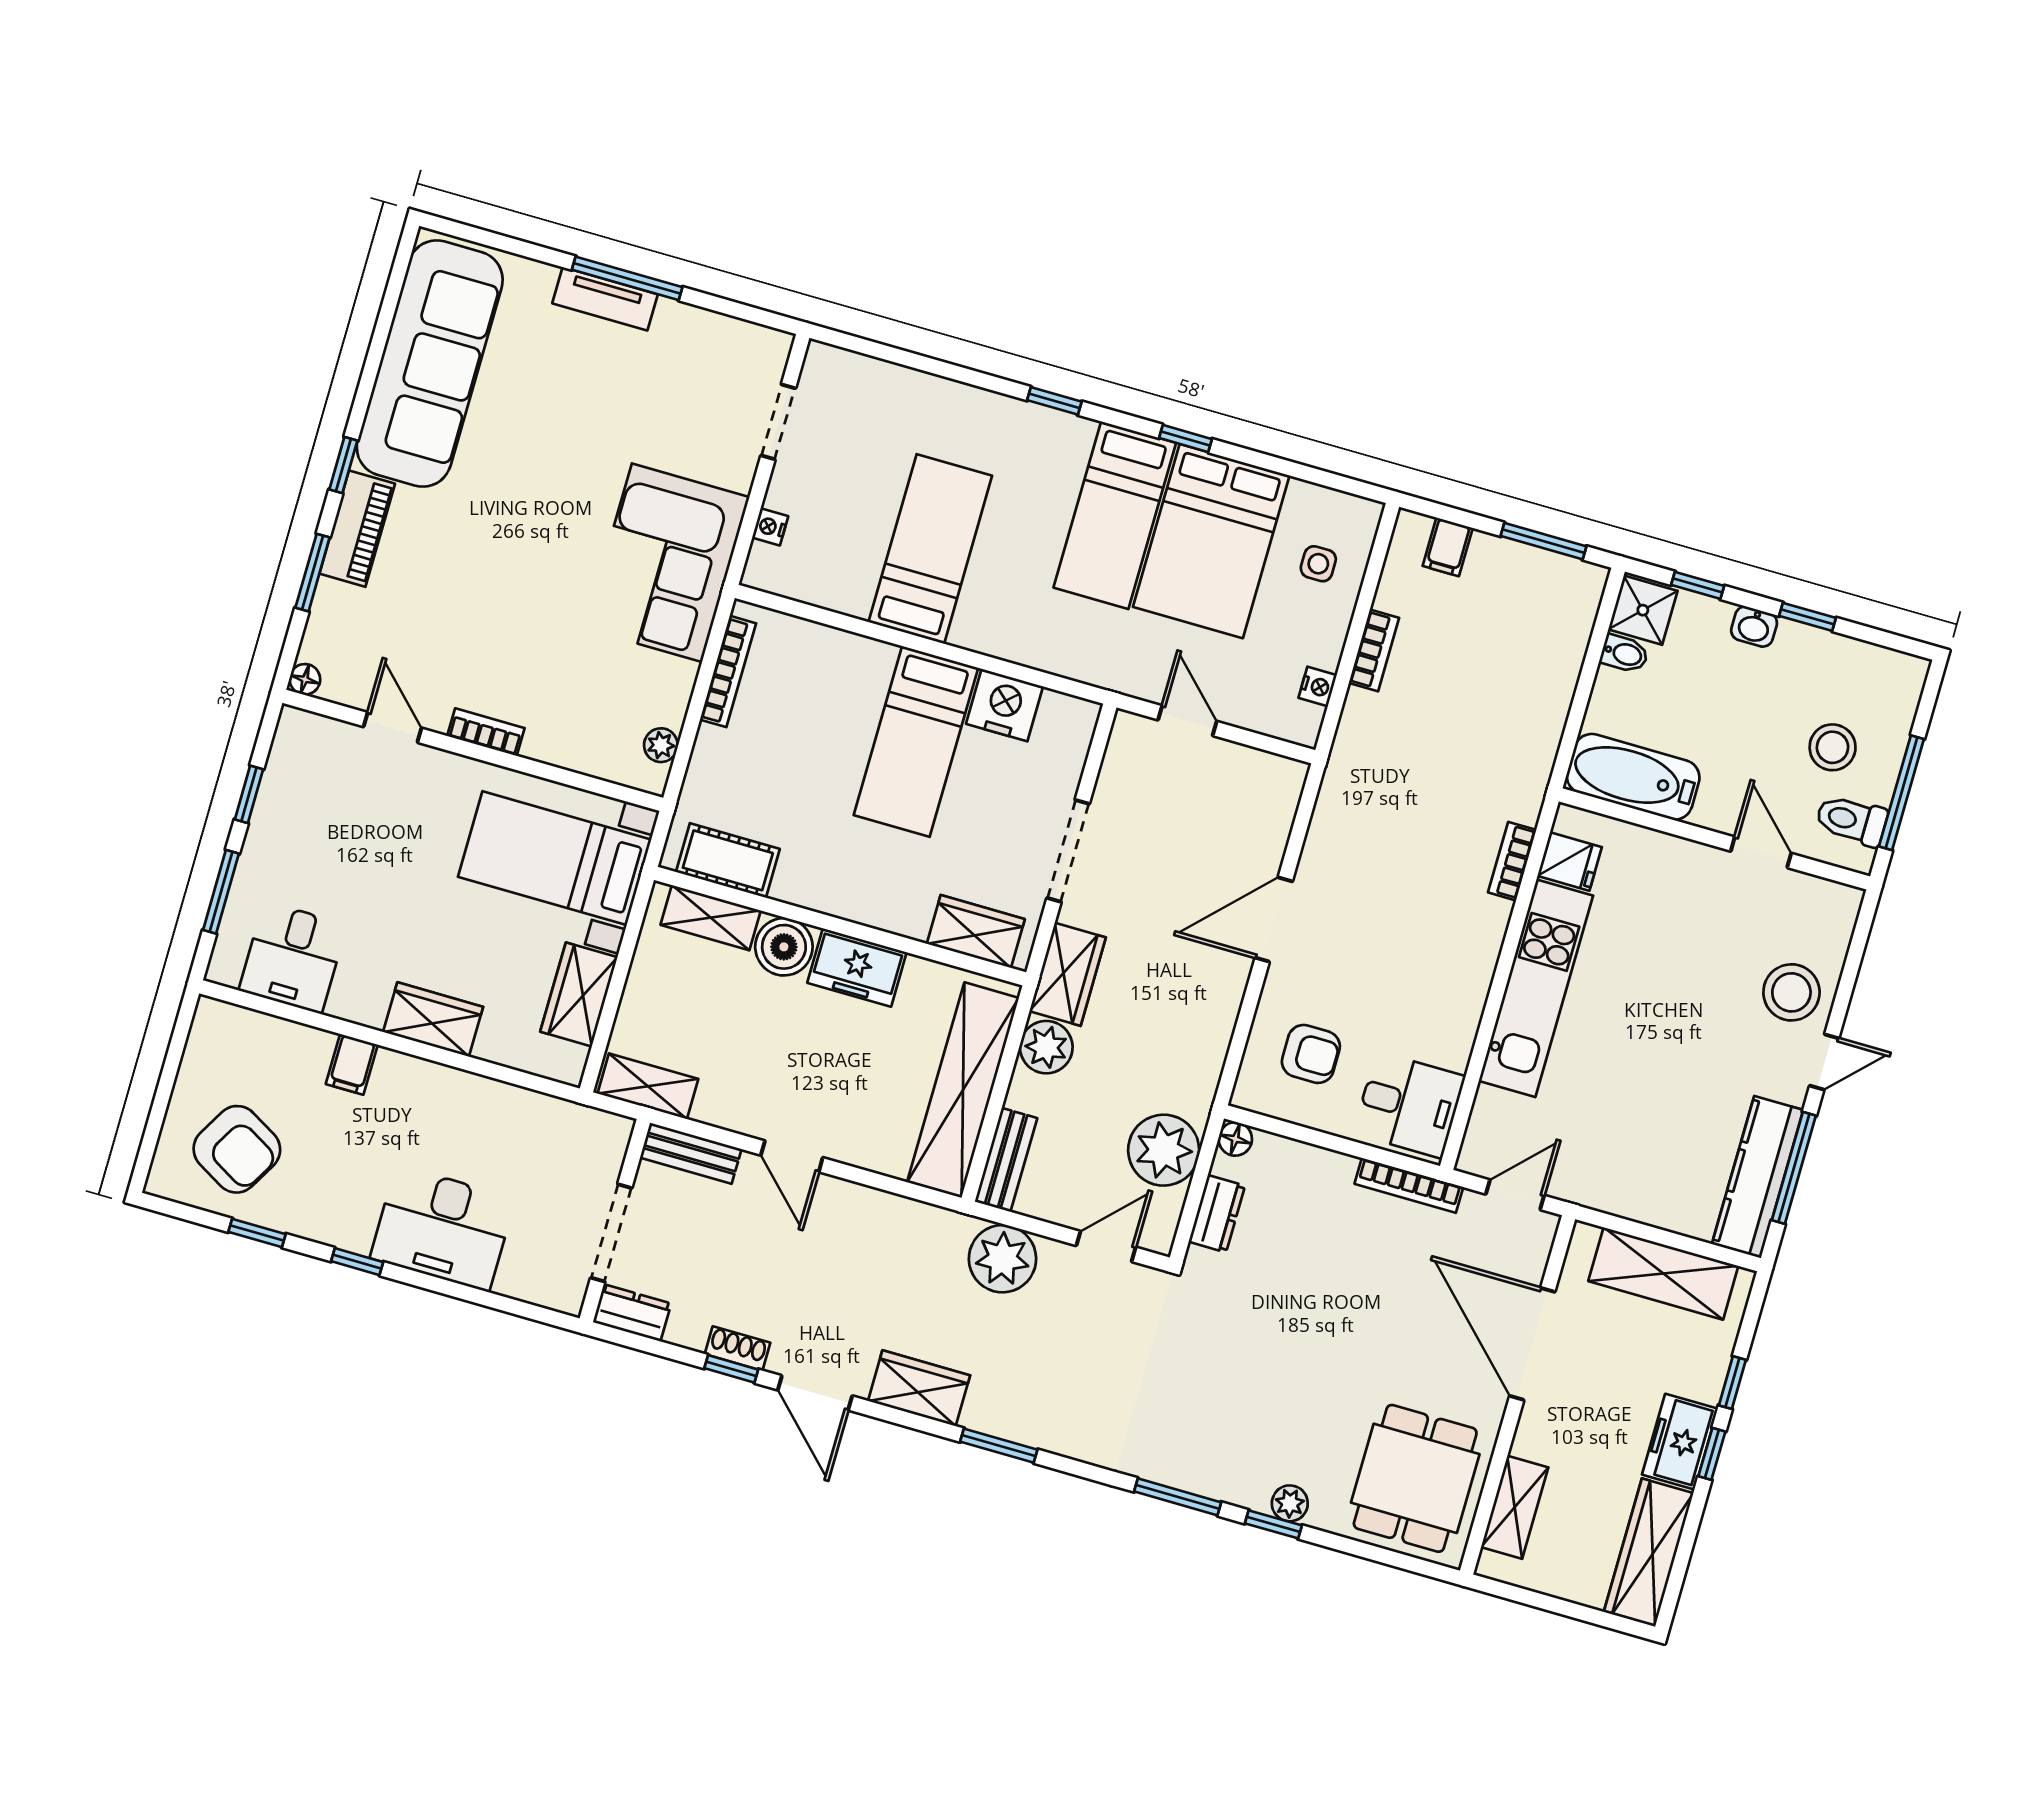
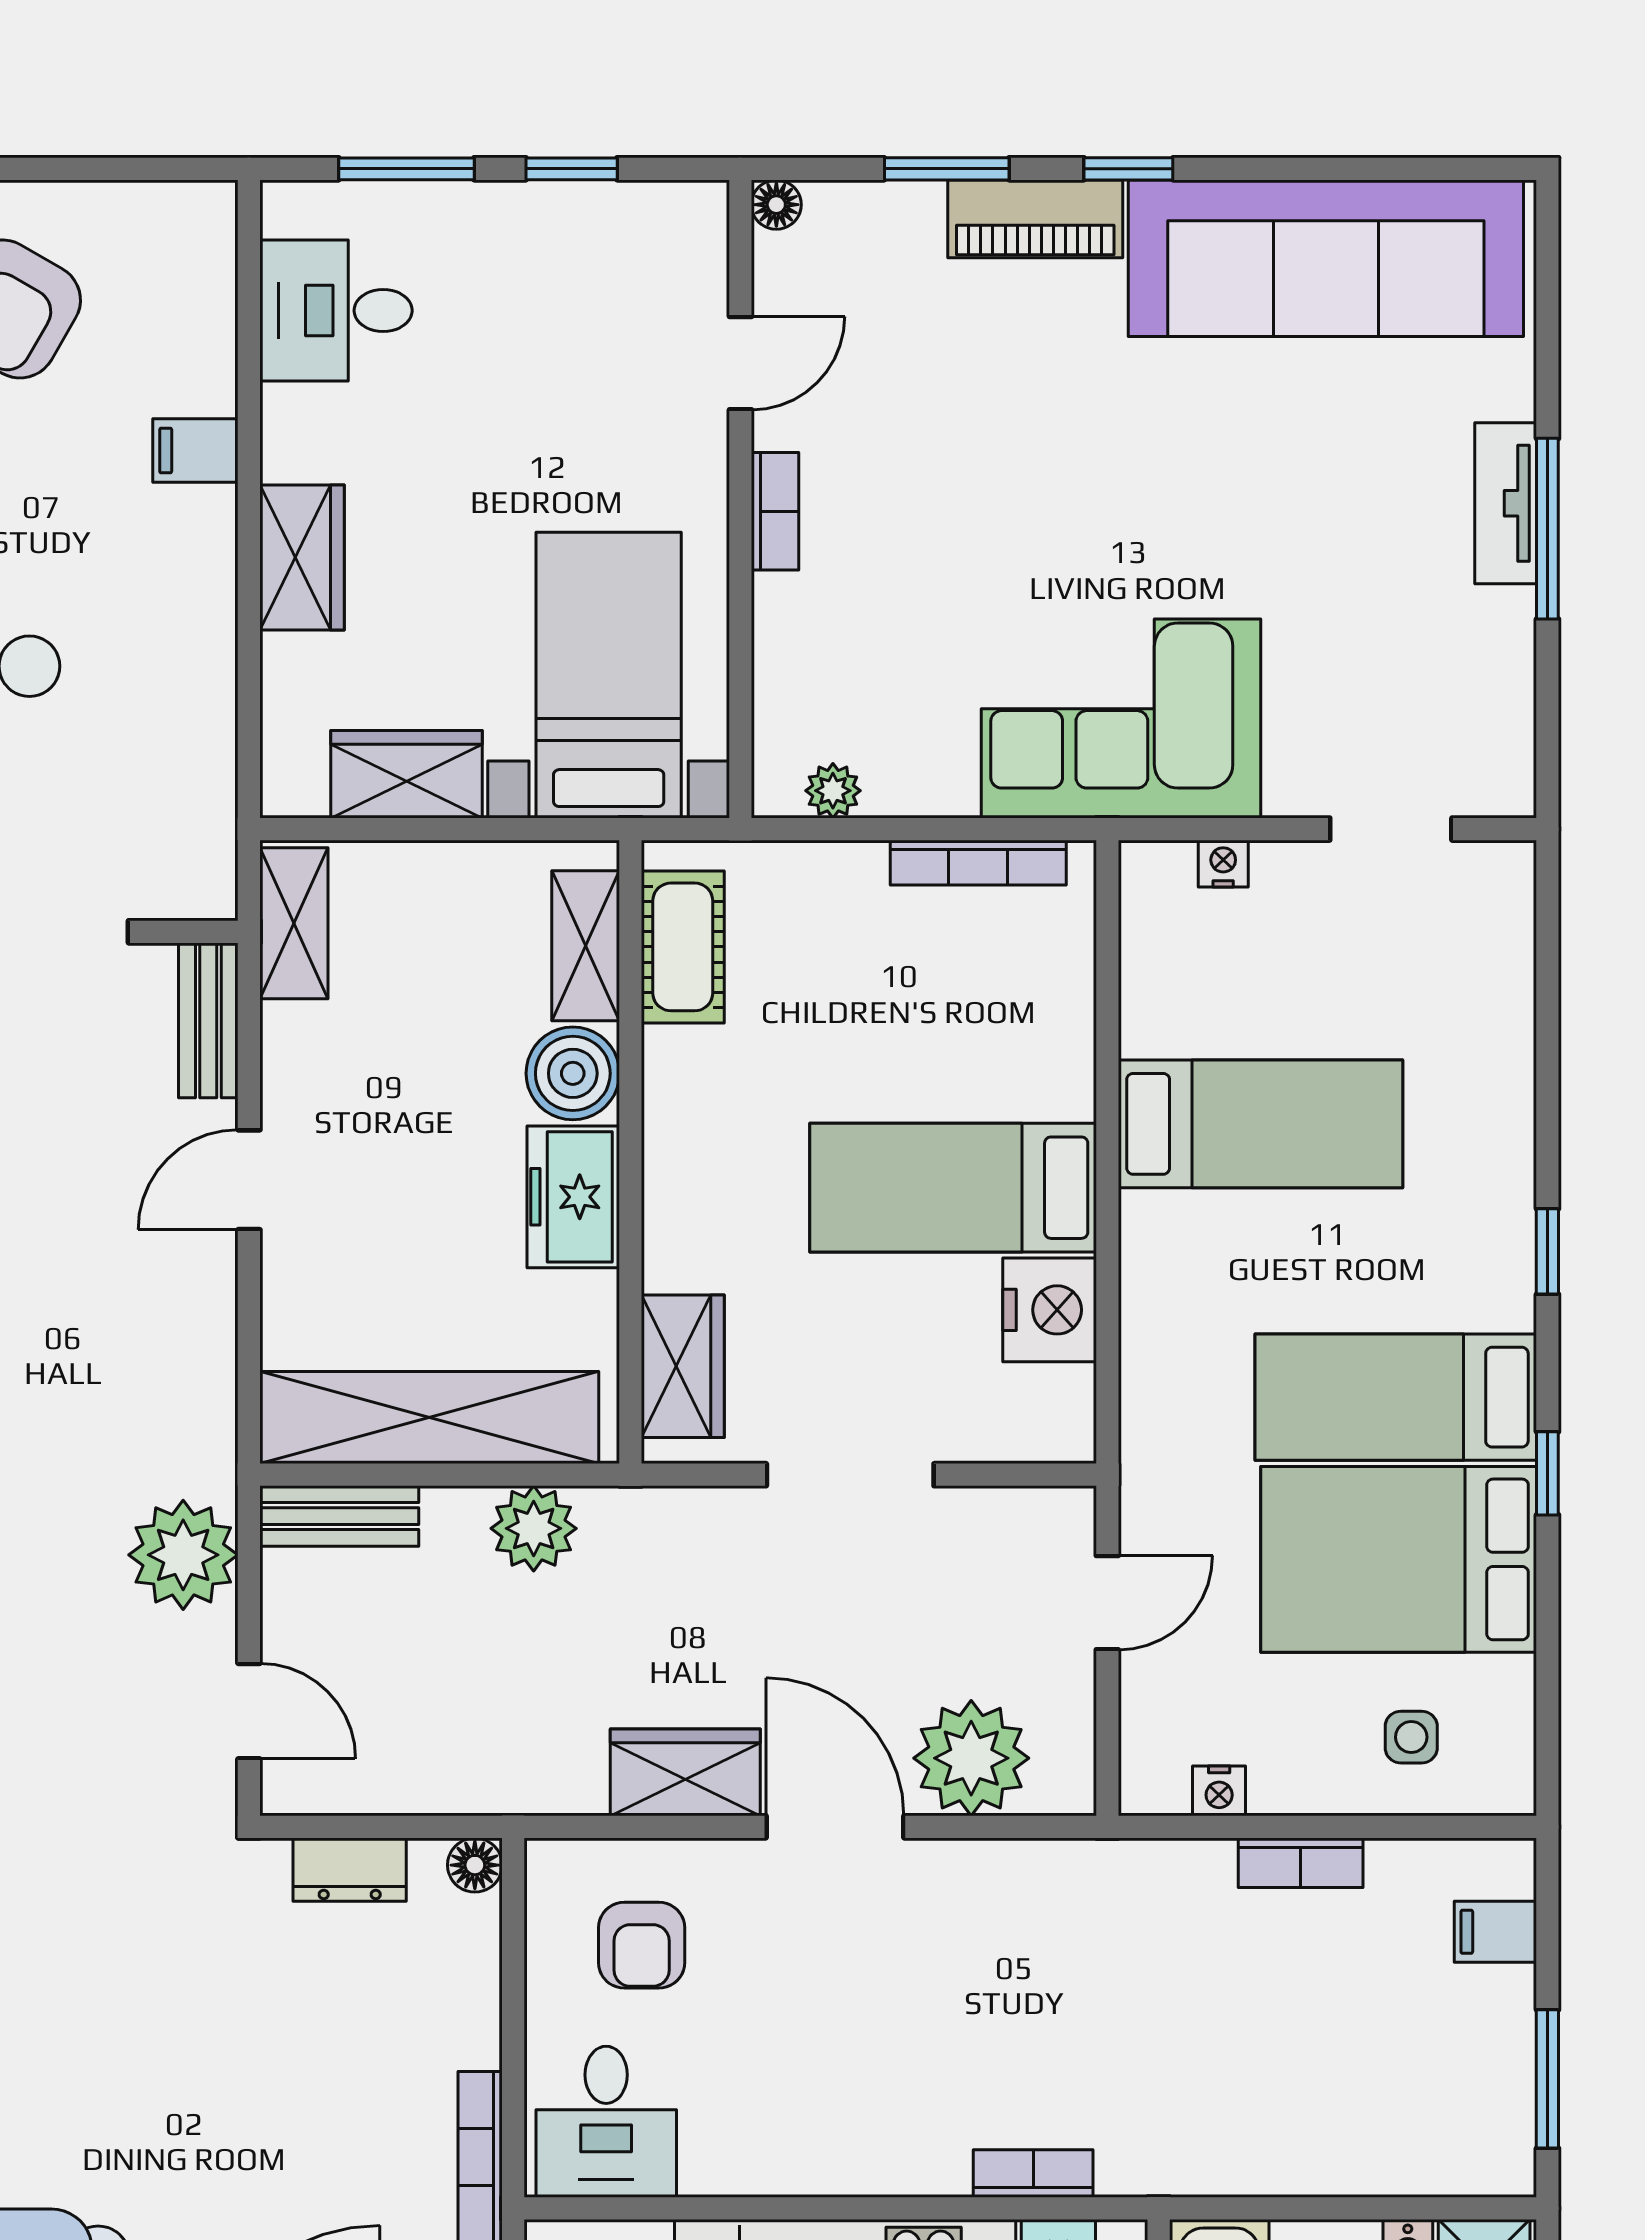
wardrobe: (1068, 974) -> (685, 1772), moved, turned 180
plant: (1164, 1150) -> (971, 1758), moved

